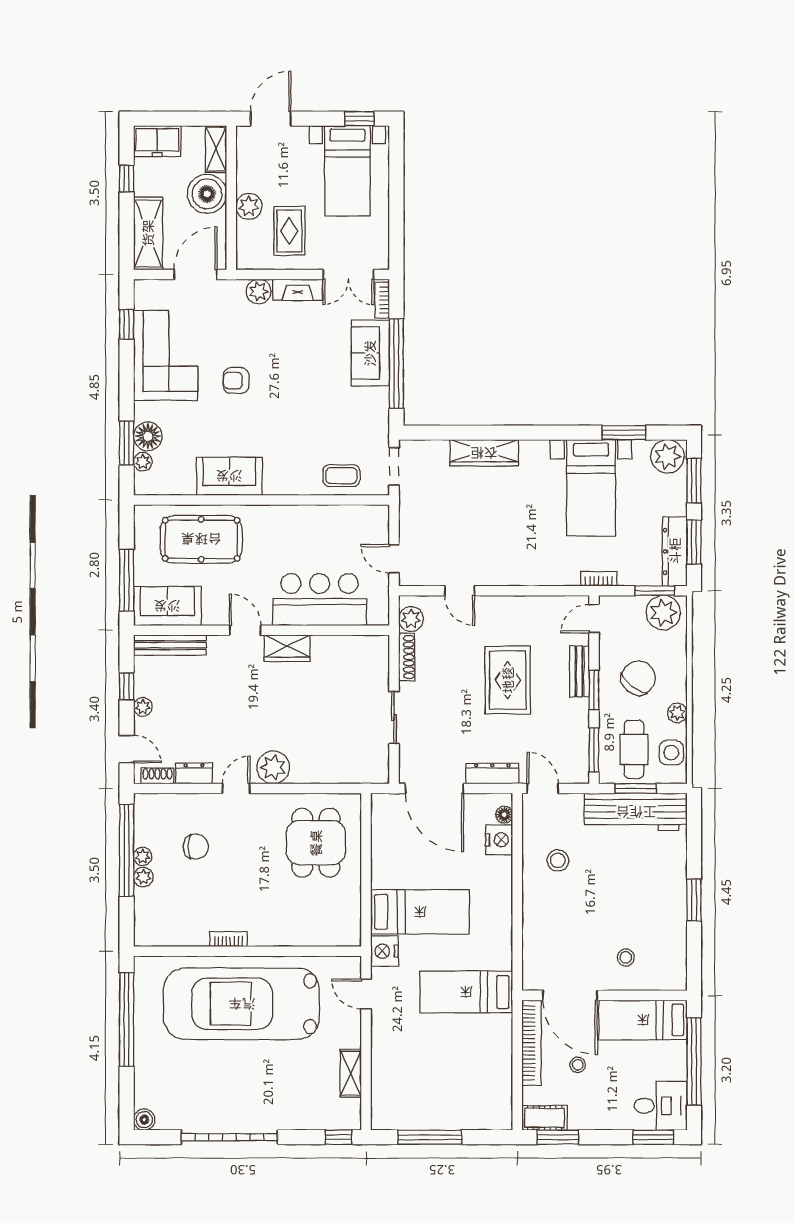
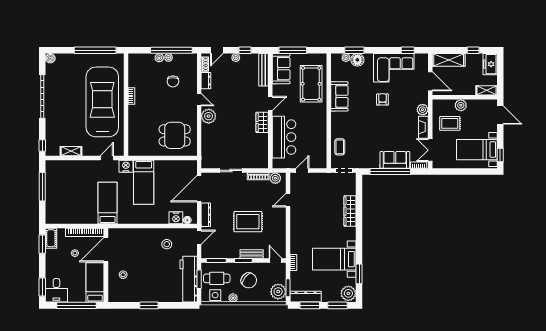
boiler: (207, 194) -> (466, 86), removed

